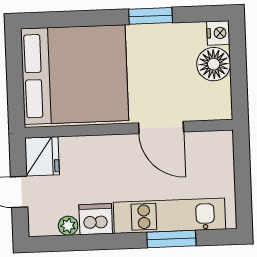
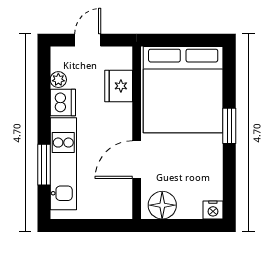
window: (151, 16) -> (229, 126), moved
floor lamp: (214, 64) -> (162, 205), moved
fridge: (42, 156) -> (119, 86), moved, turned 90

